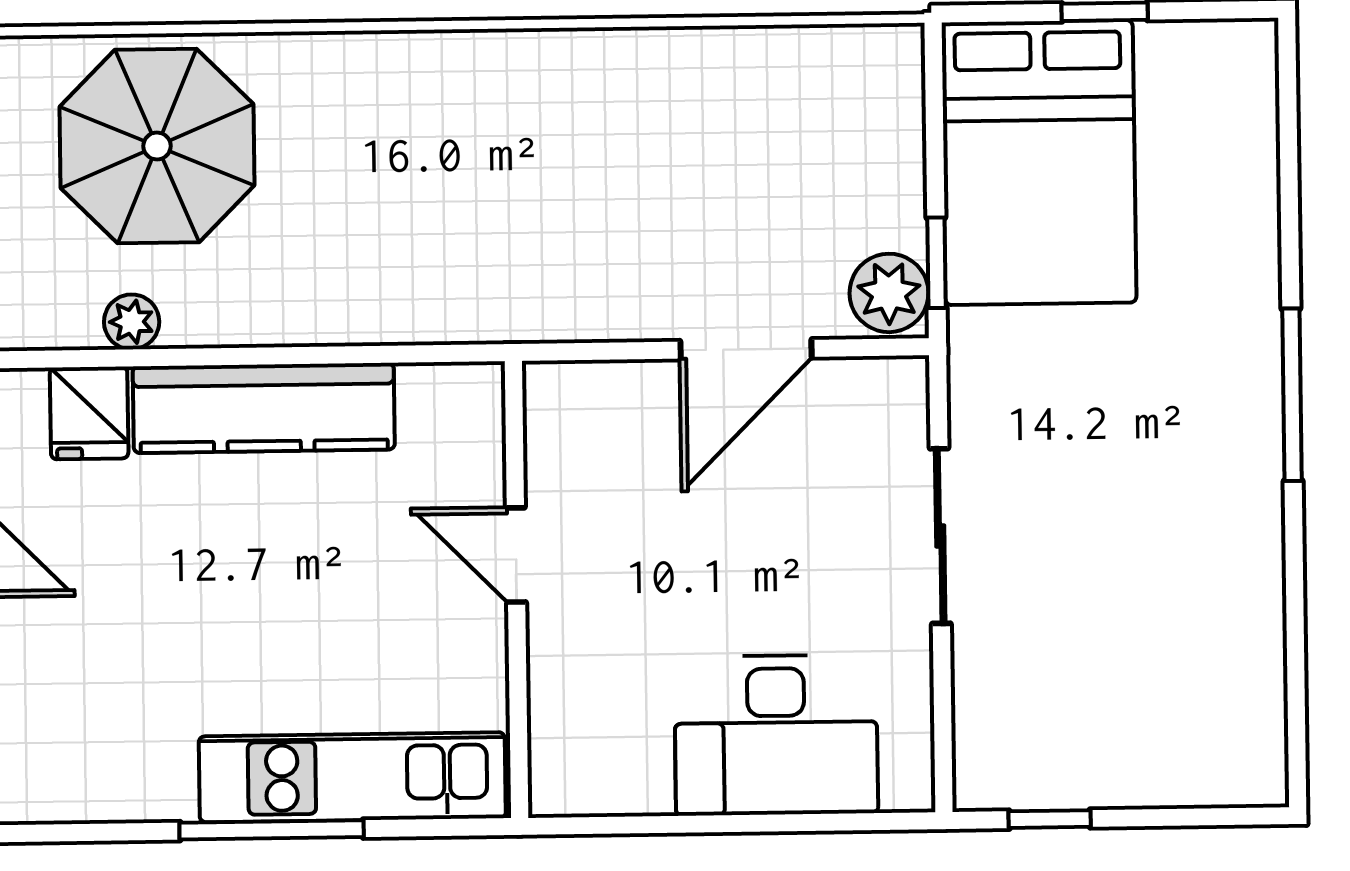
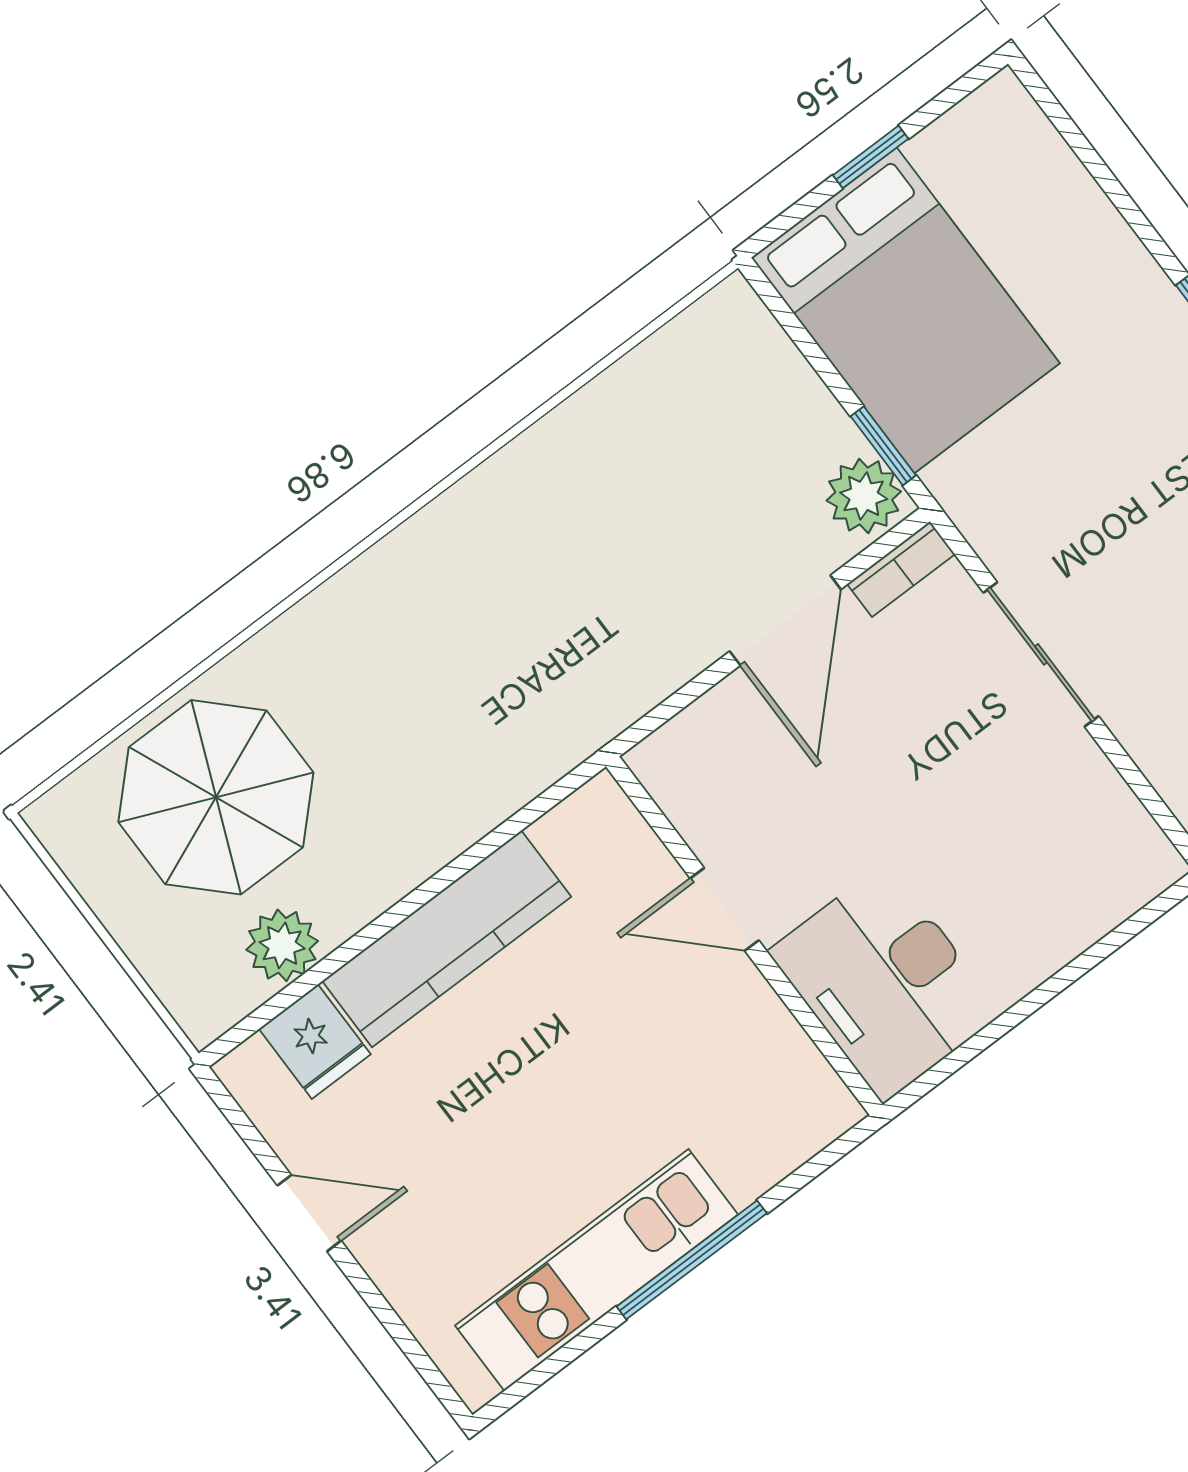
plant: (132, 322) -> (282, 945), width x1.38, depth x1.38
bookcase: (875, 378) -> (901, 569), added
desk: (776, 735) -> (885, 982), moved, turned 90
kitchen unit: (352, 777) -> (596, 1270), moved

